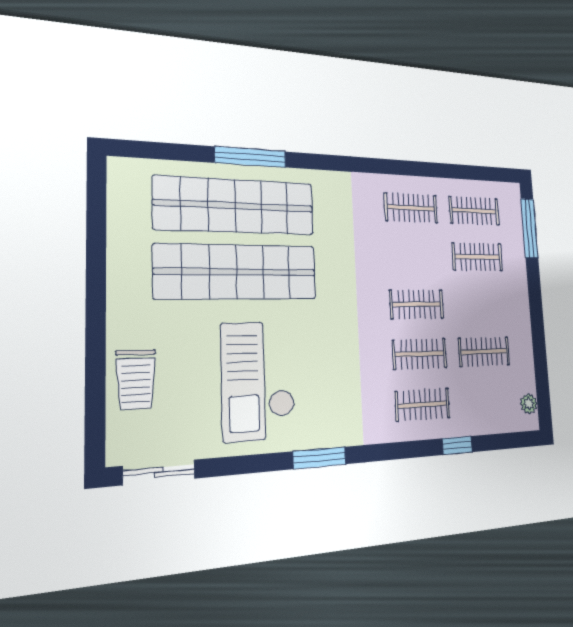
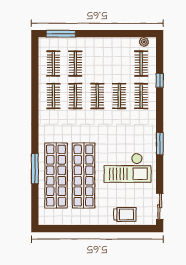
clothes rail: (414, 256) -> (75, 96), added
clothes rail: (484, 352) -> (141, 64), moved

